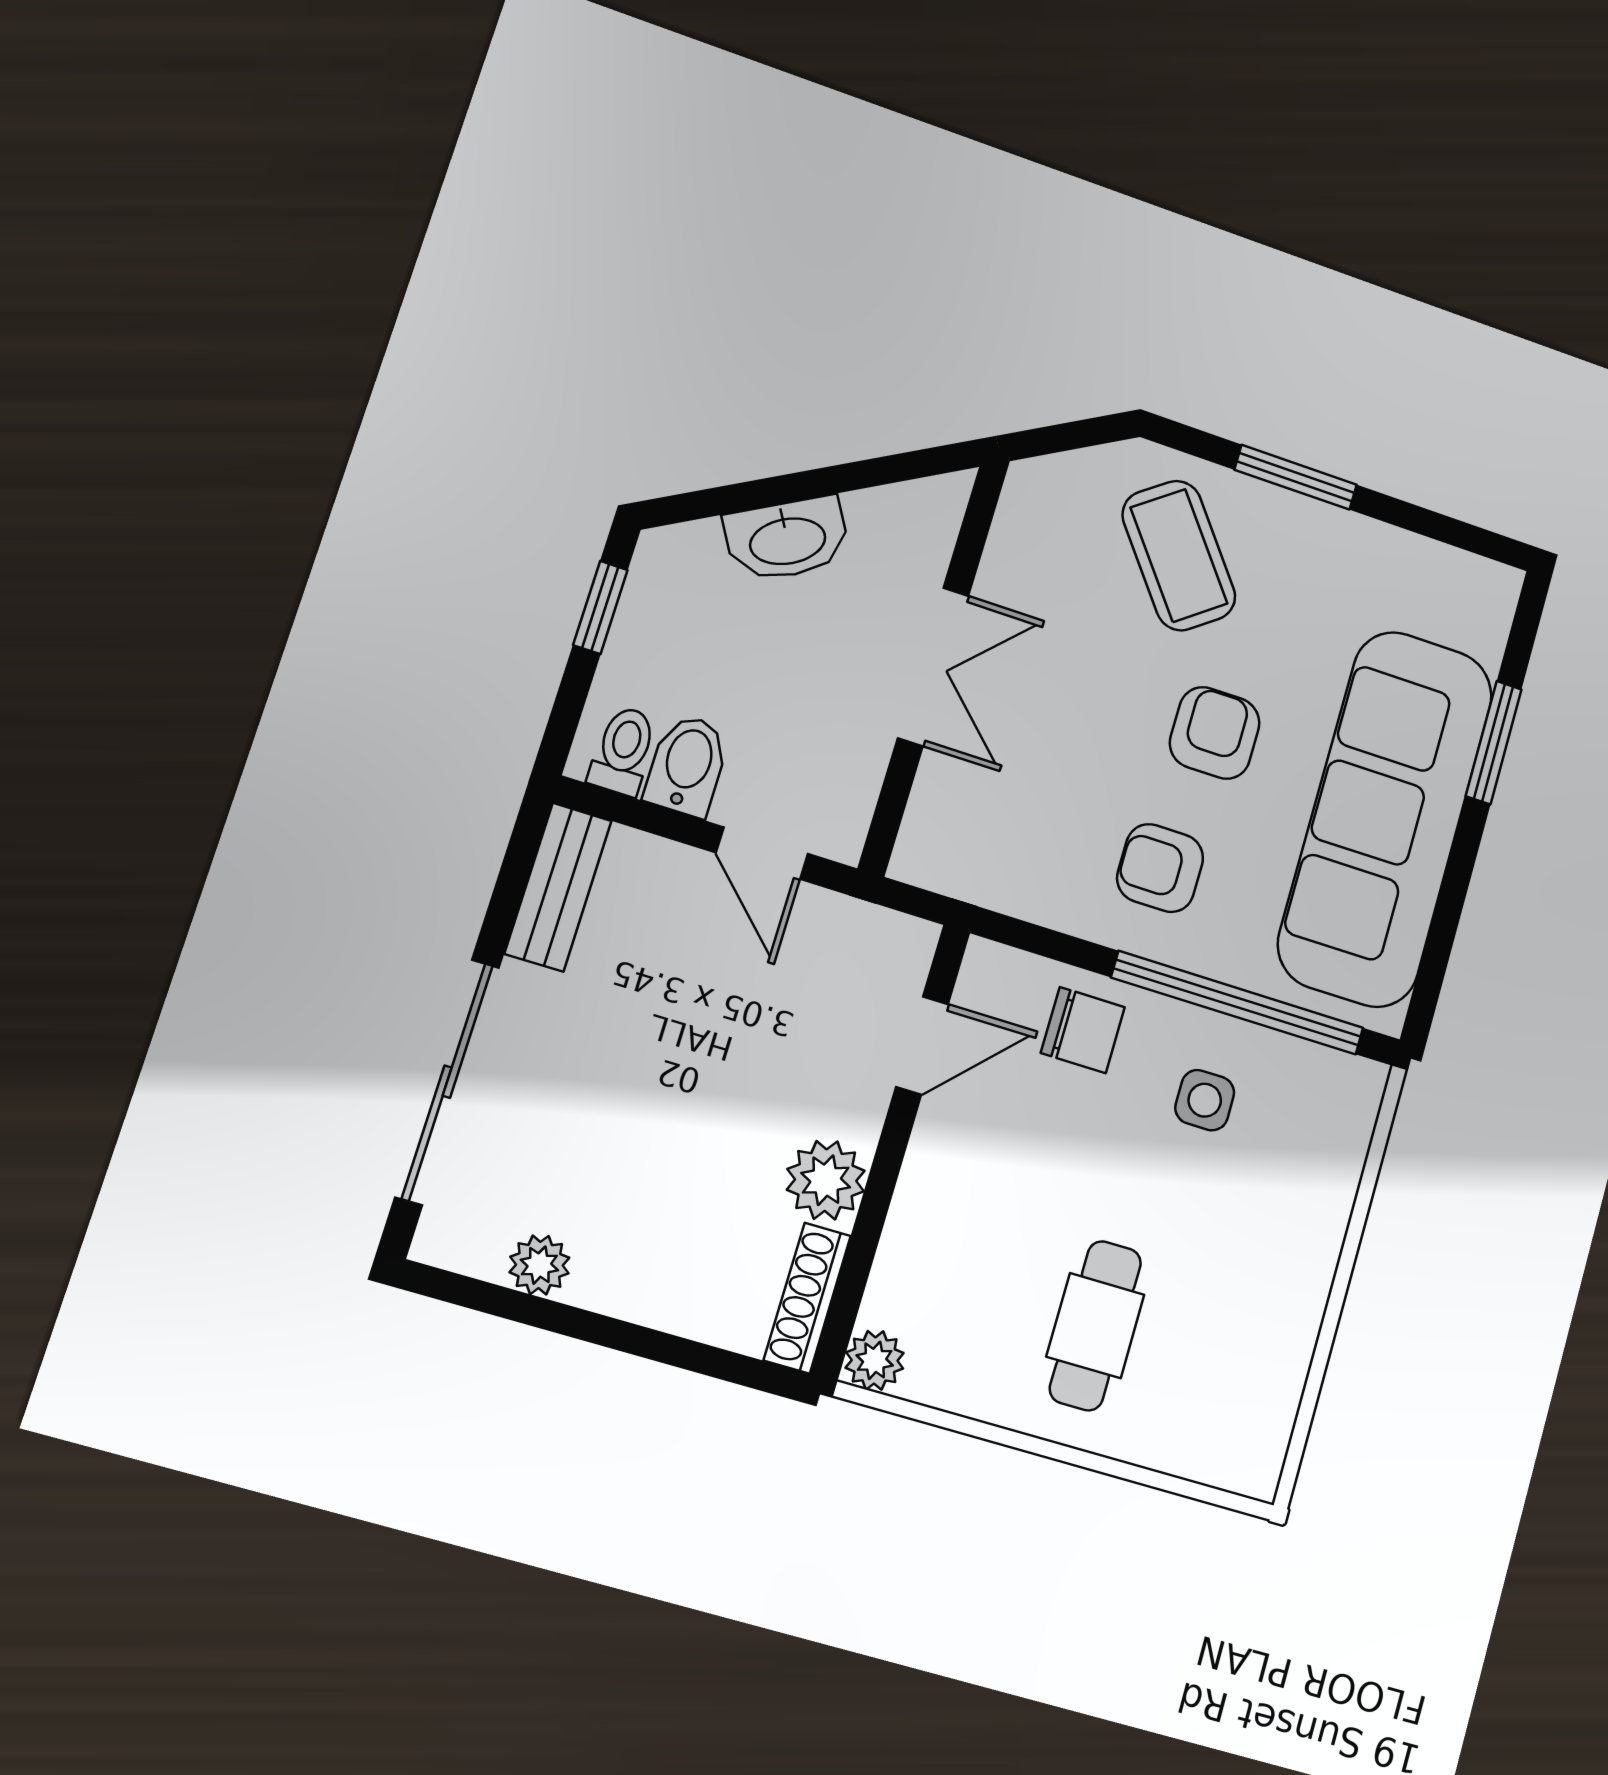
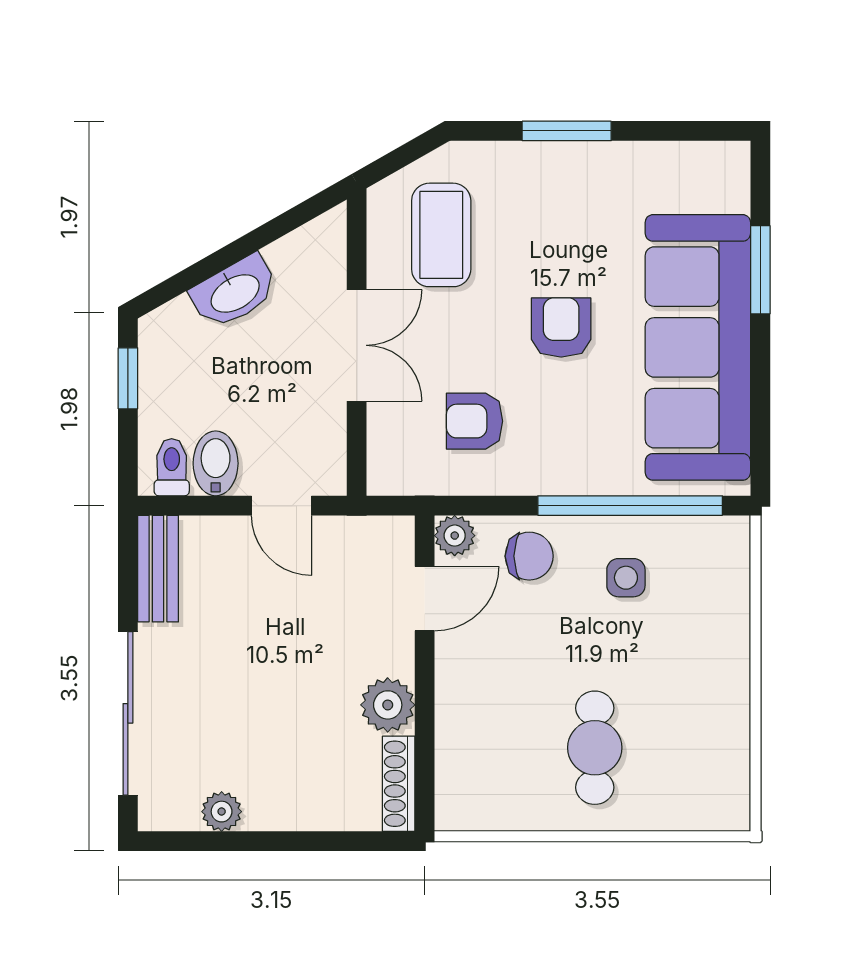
coffee table: (1179, 556) -> (441, 235), moved, turned 37
armchair: (1160, 868) -> (475, 421), moved
plant: (875, 1360) -> (455, 536), moved

